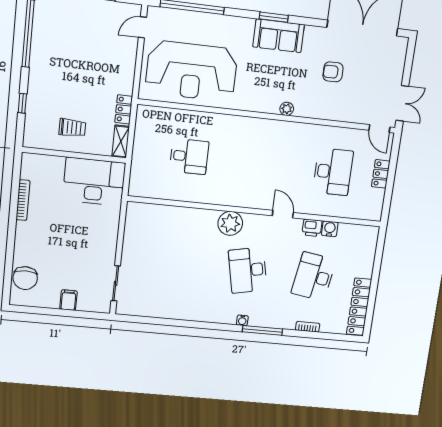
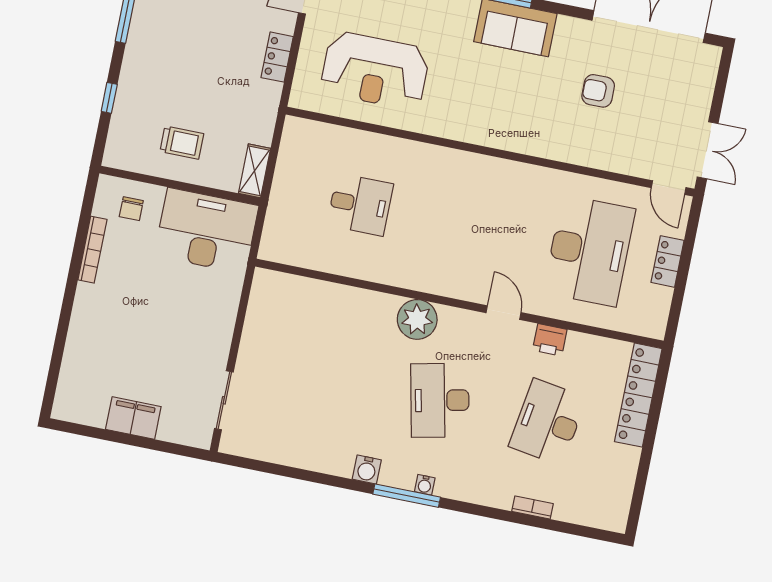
reception desk: (191, 71) -> (375, 71), width x0.74, depth x0.77
locker: (124, 109) -> (277, 57), moved
plant: (287, 109) -> (521, 143), removed
desk: (333, 172) -> (589, 251), width x1.36, depth x1.30
water cooler: (330, 229) -> (367, 470), moved, turned 180
chair: (25, 278) -> (131, 209), moved, width x0.54, depth x0.54
filing cabinet: (69, 300) -> (133, 418), width x2.00
locker: (359, 307) -> (638, 395), moved
window: (262, 330) -> (407, 496), moved

